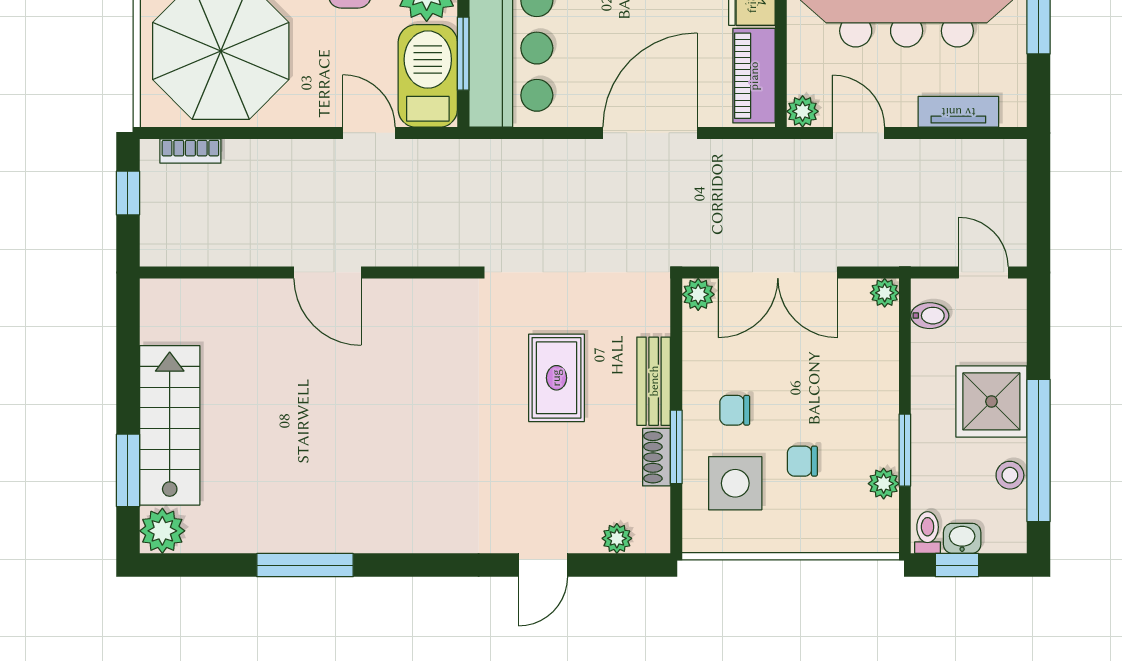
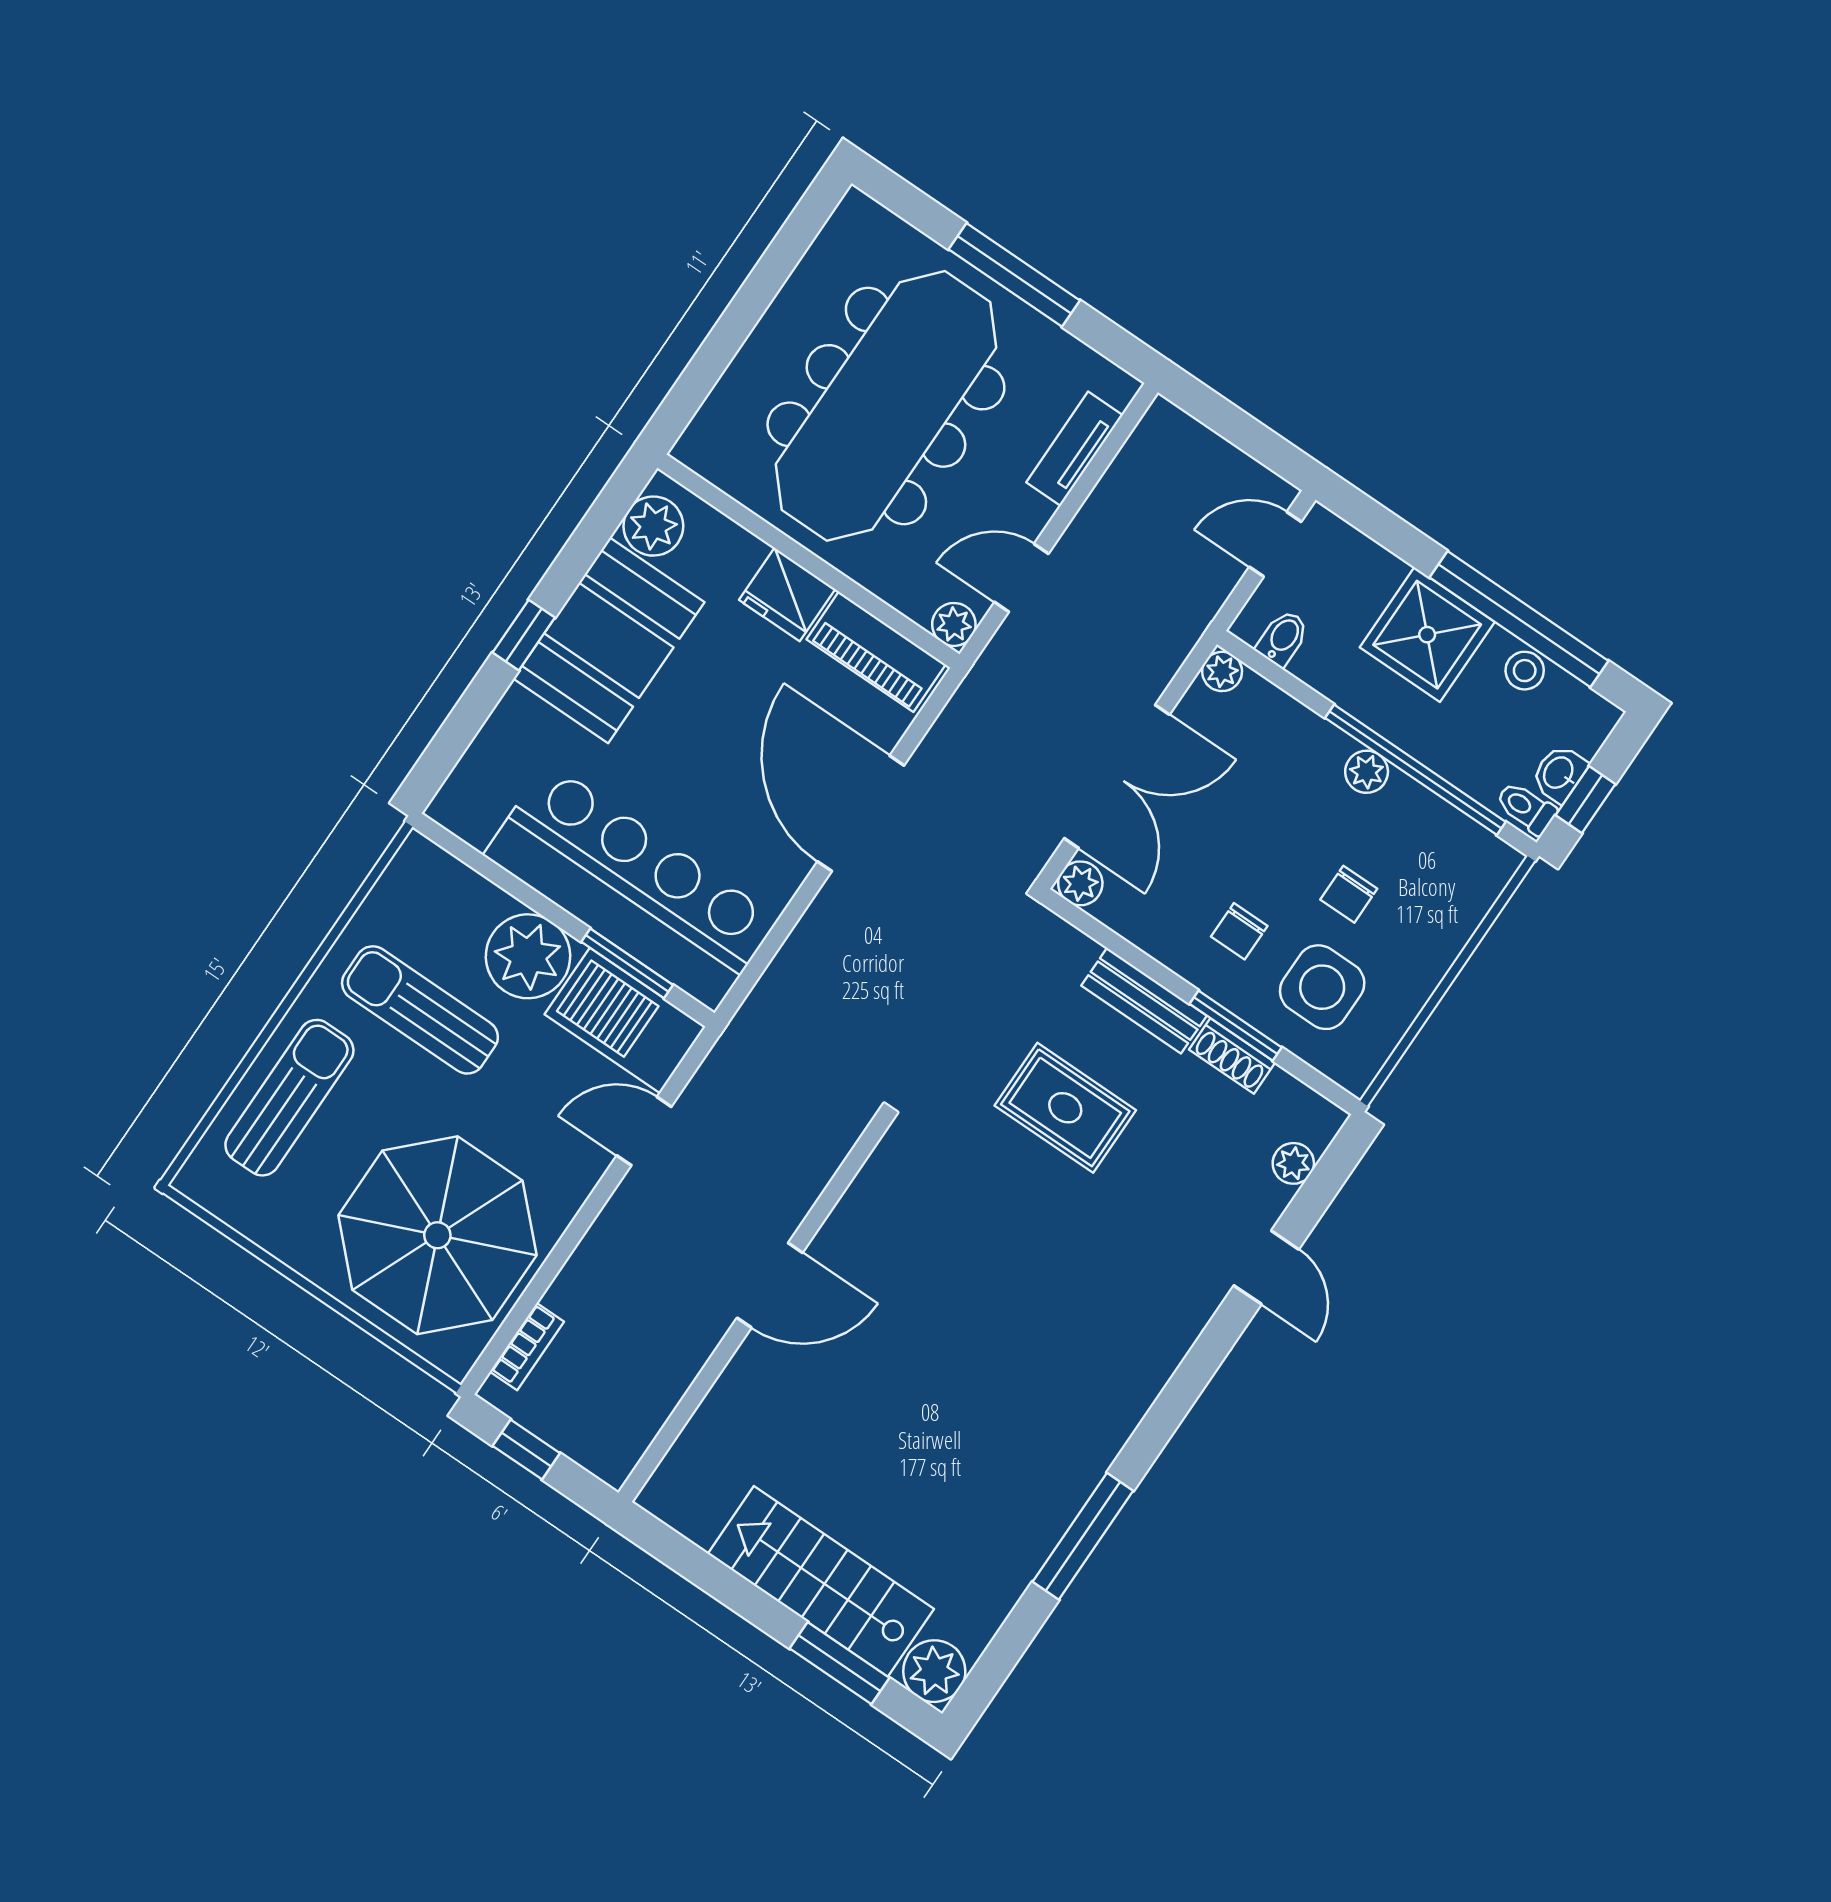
window: (905, 450) -> (1415, 770), width x2.11
plant: (884, 484) -> (1367, 772), moved

